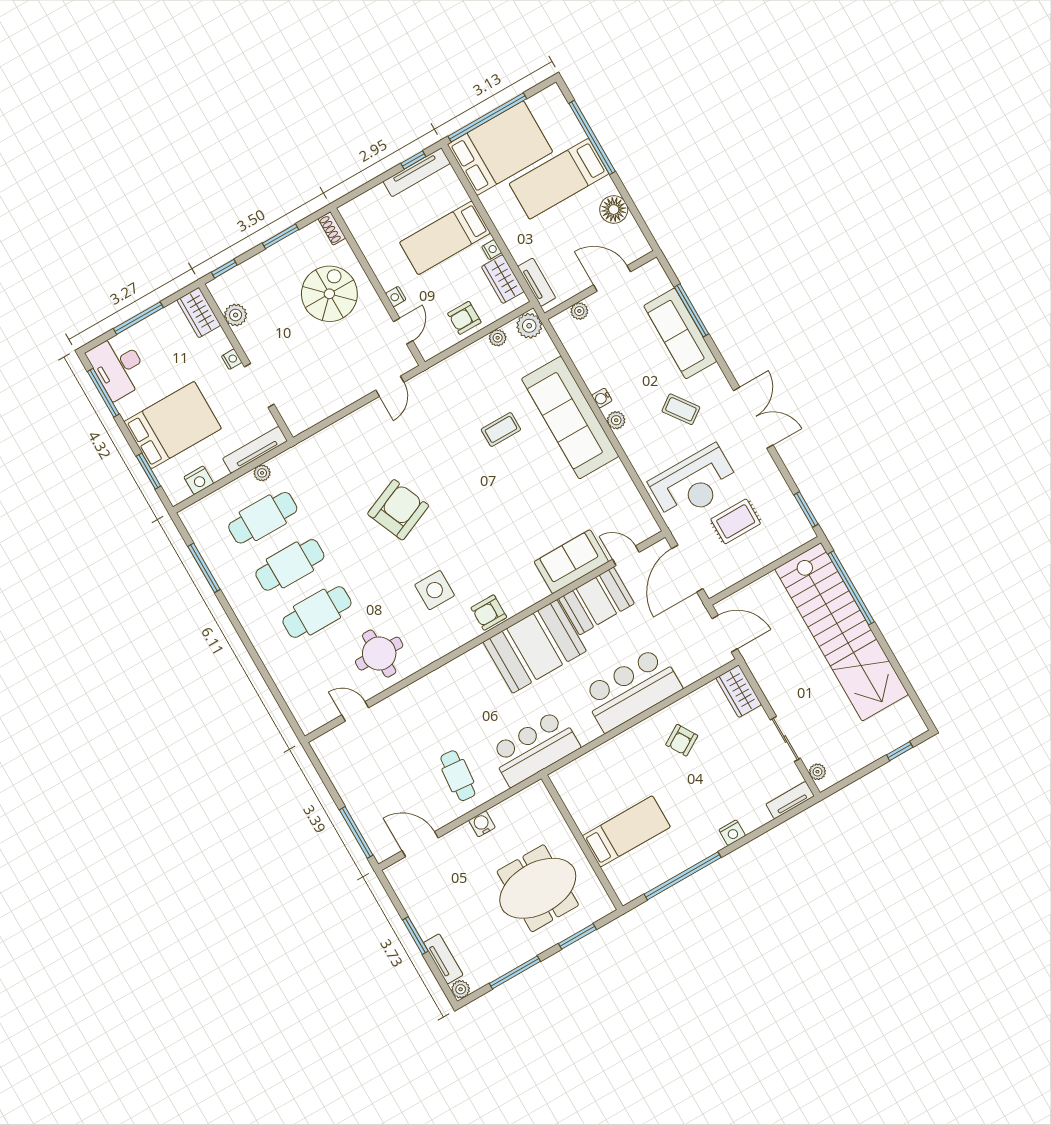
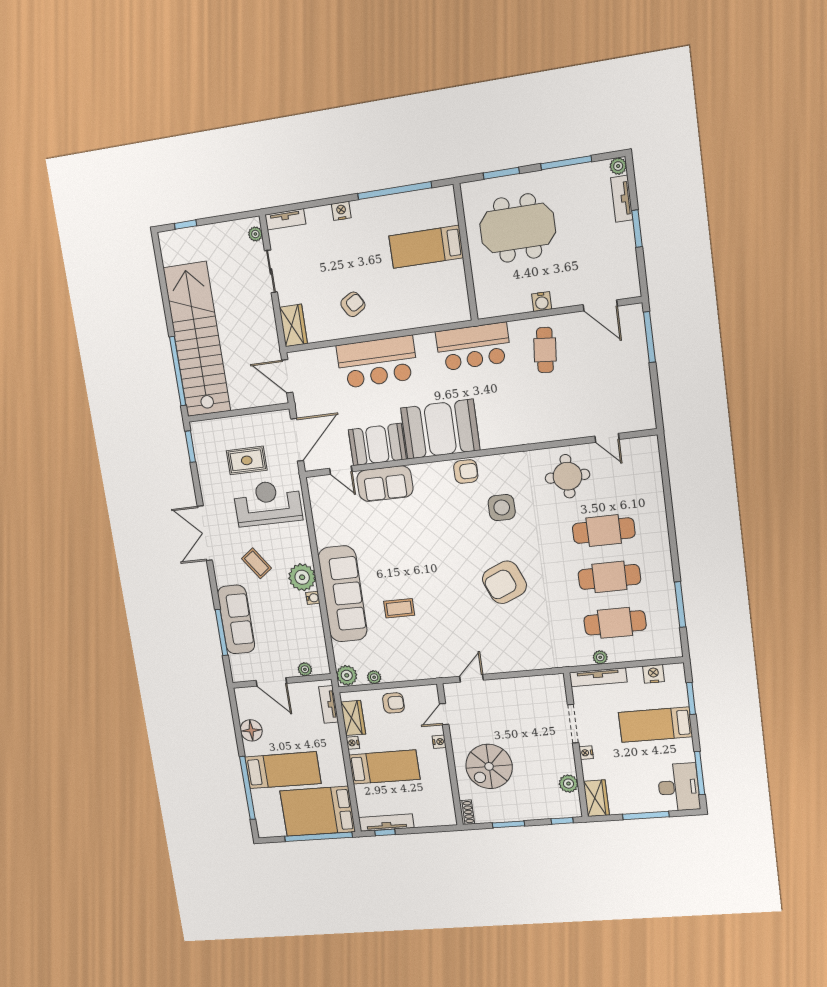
plant: (616, 420) -> (302, 577), width x1.88, depth x1.88
bed: (173, 425) -> (655, 725), width x0.67

